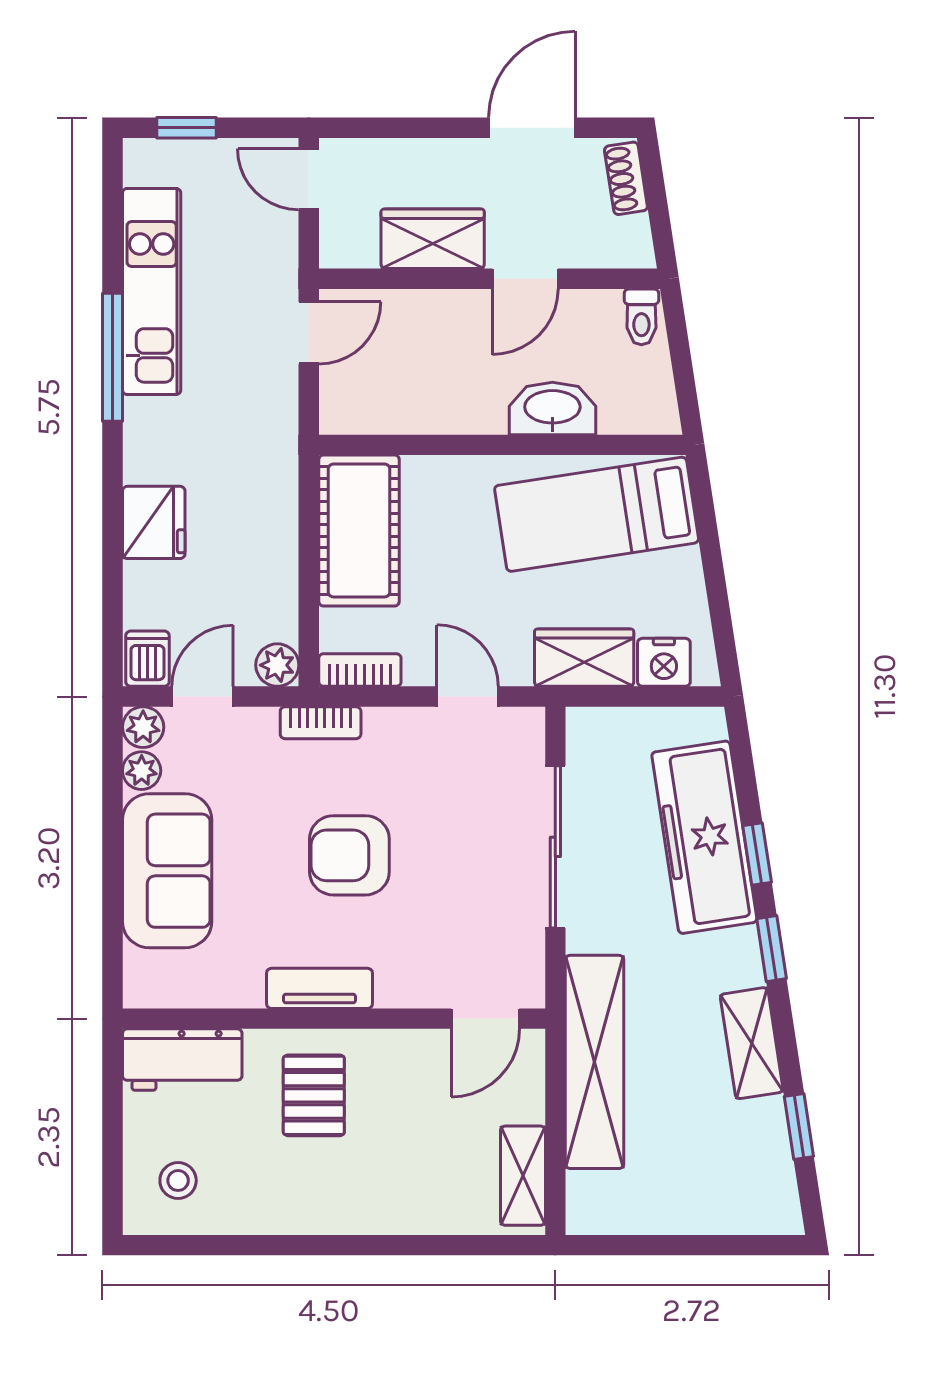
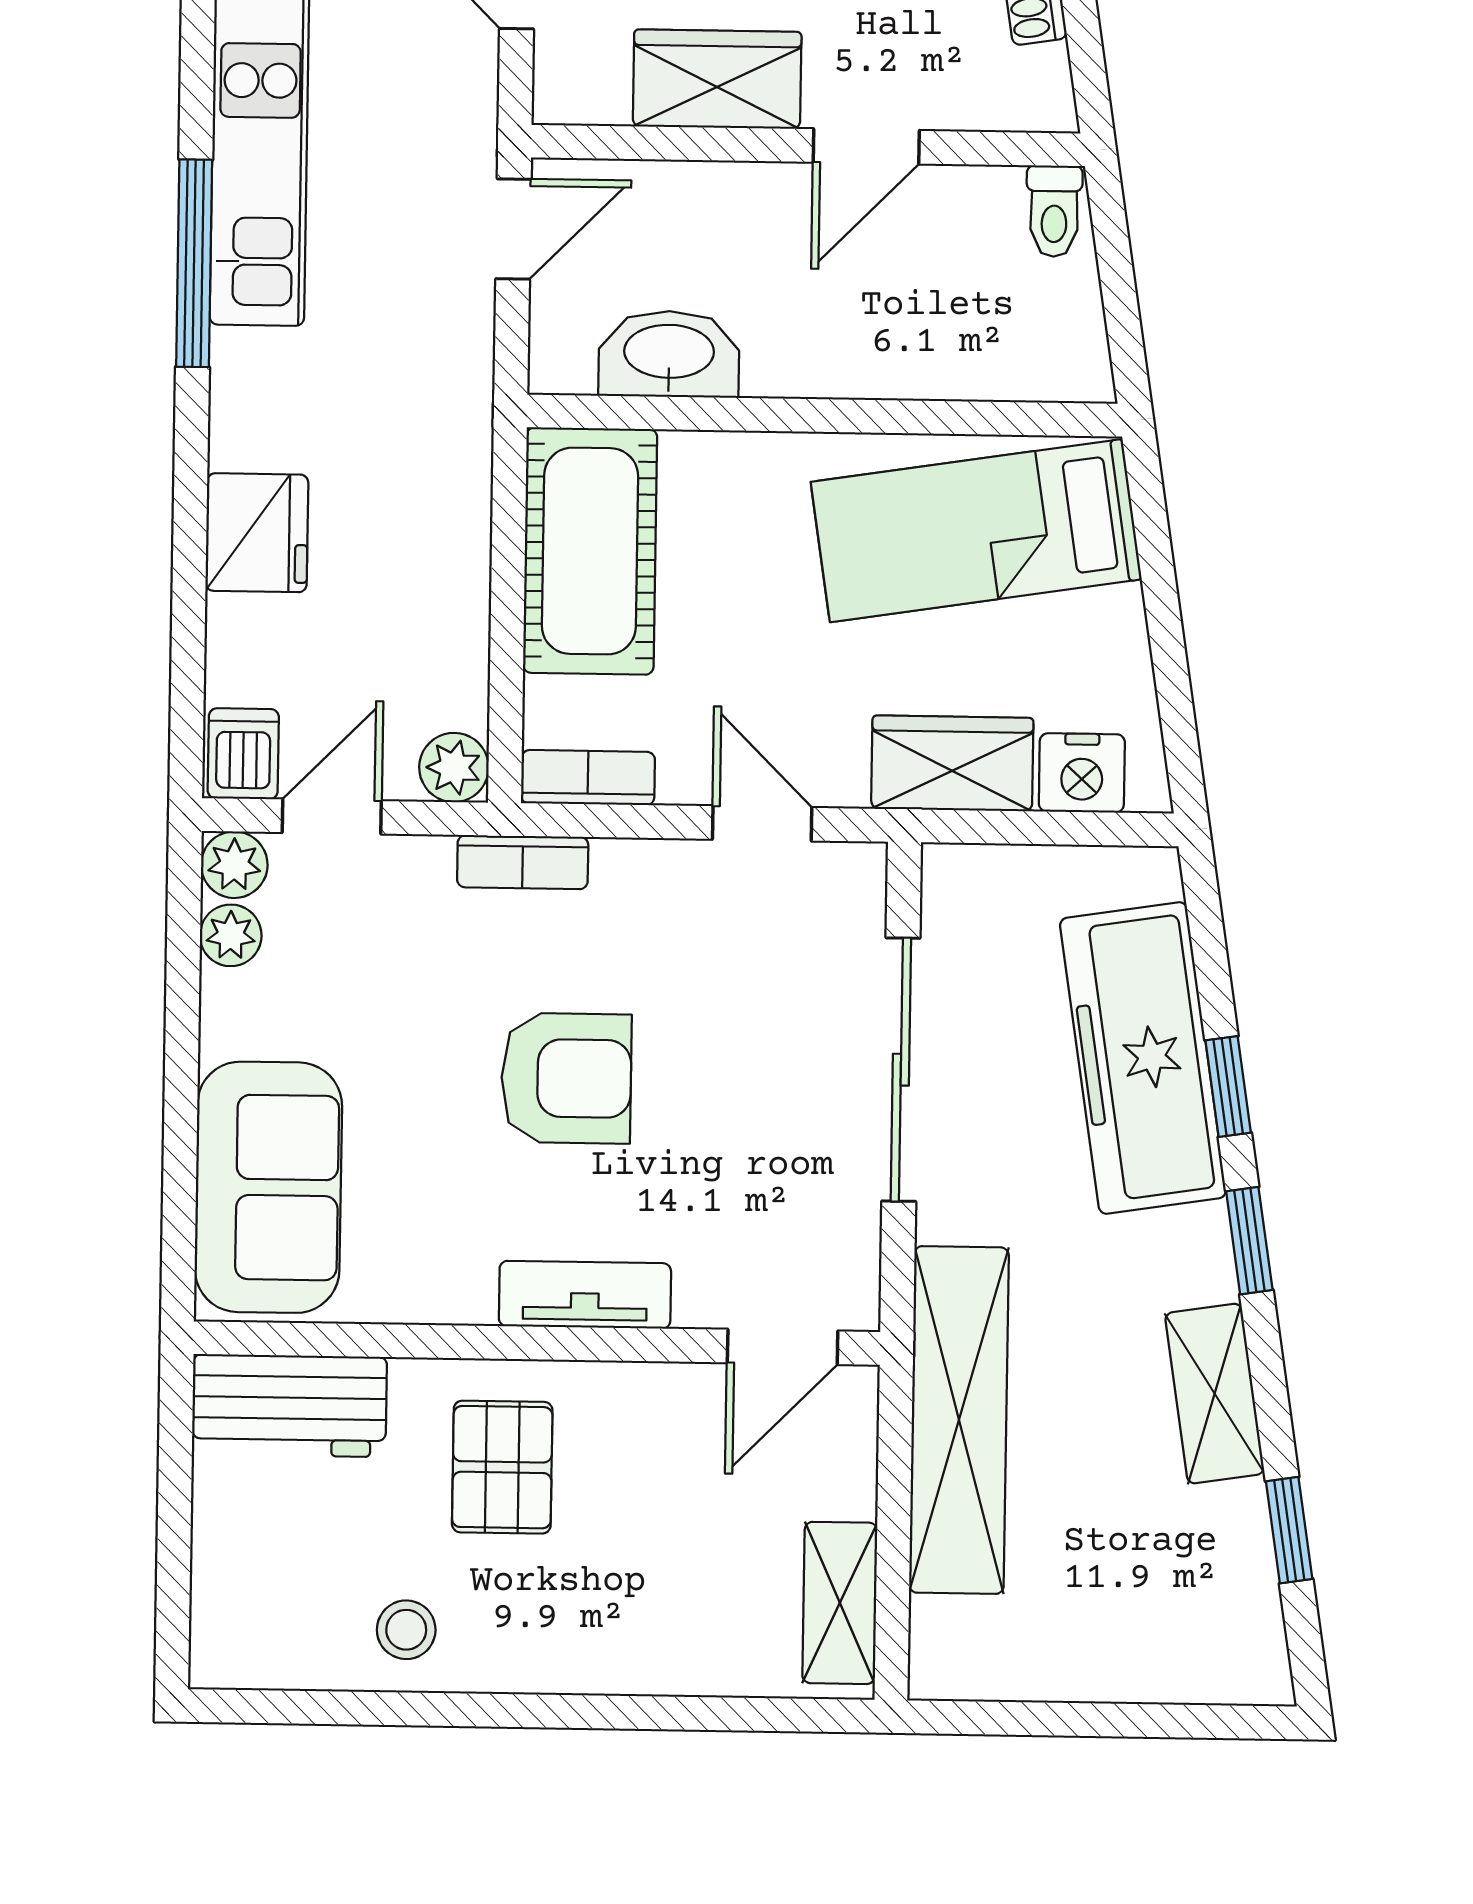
washbasin: (552, 408) -> (669, 354), moved
armchair: (349, 855) -> (566, 1078), turned 180
sofa: (167, 871) -> (268, 1187), moved
tv unit: (320, 988) -> (585, 1295), moved
stool: (178, 1181) -> (406, 1630), moved

